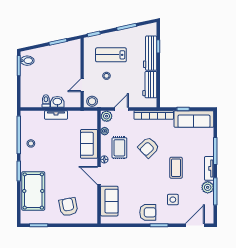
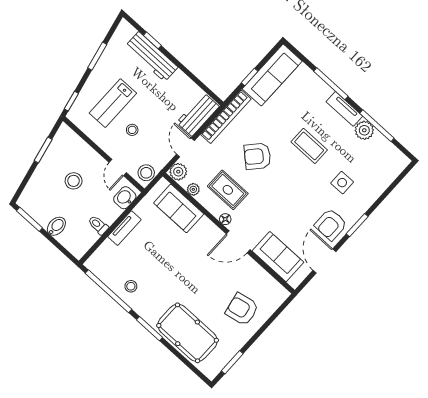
bidet: (27, 61) -> (56, 226), moved
stool: (56, 70) -> (74, 181), added
workbench: (150, 85) -> (198, 114), moved, turned 90
washbasin: (57, 102) -> (125, 198), moved
sofa: (89, 144) -> (179, 208), moved
armchair: (149, 147) -> (257, 156), turned 86
armchair: (148, 212) -> (331, 224), turned 180
door: (195, 225) -> (324, 261), moved

